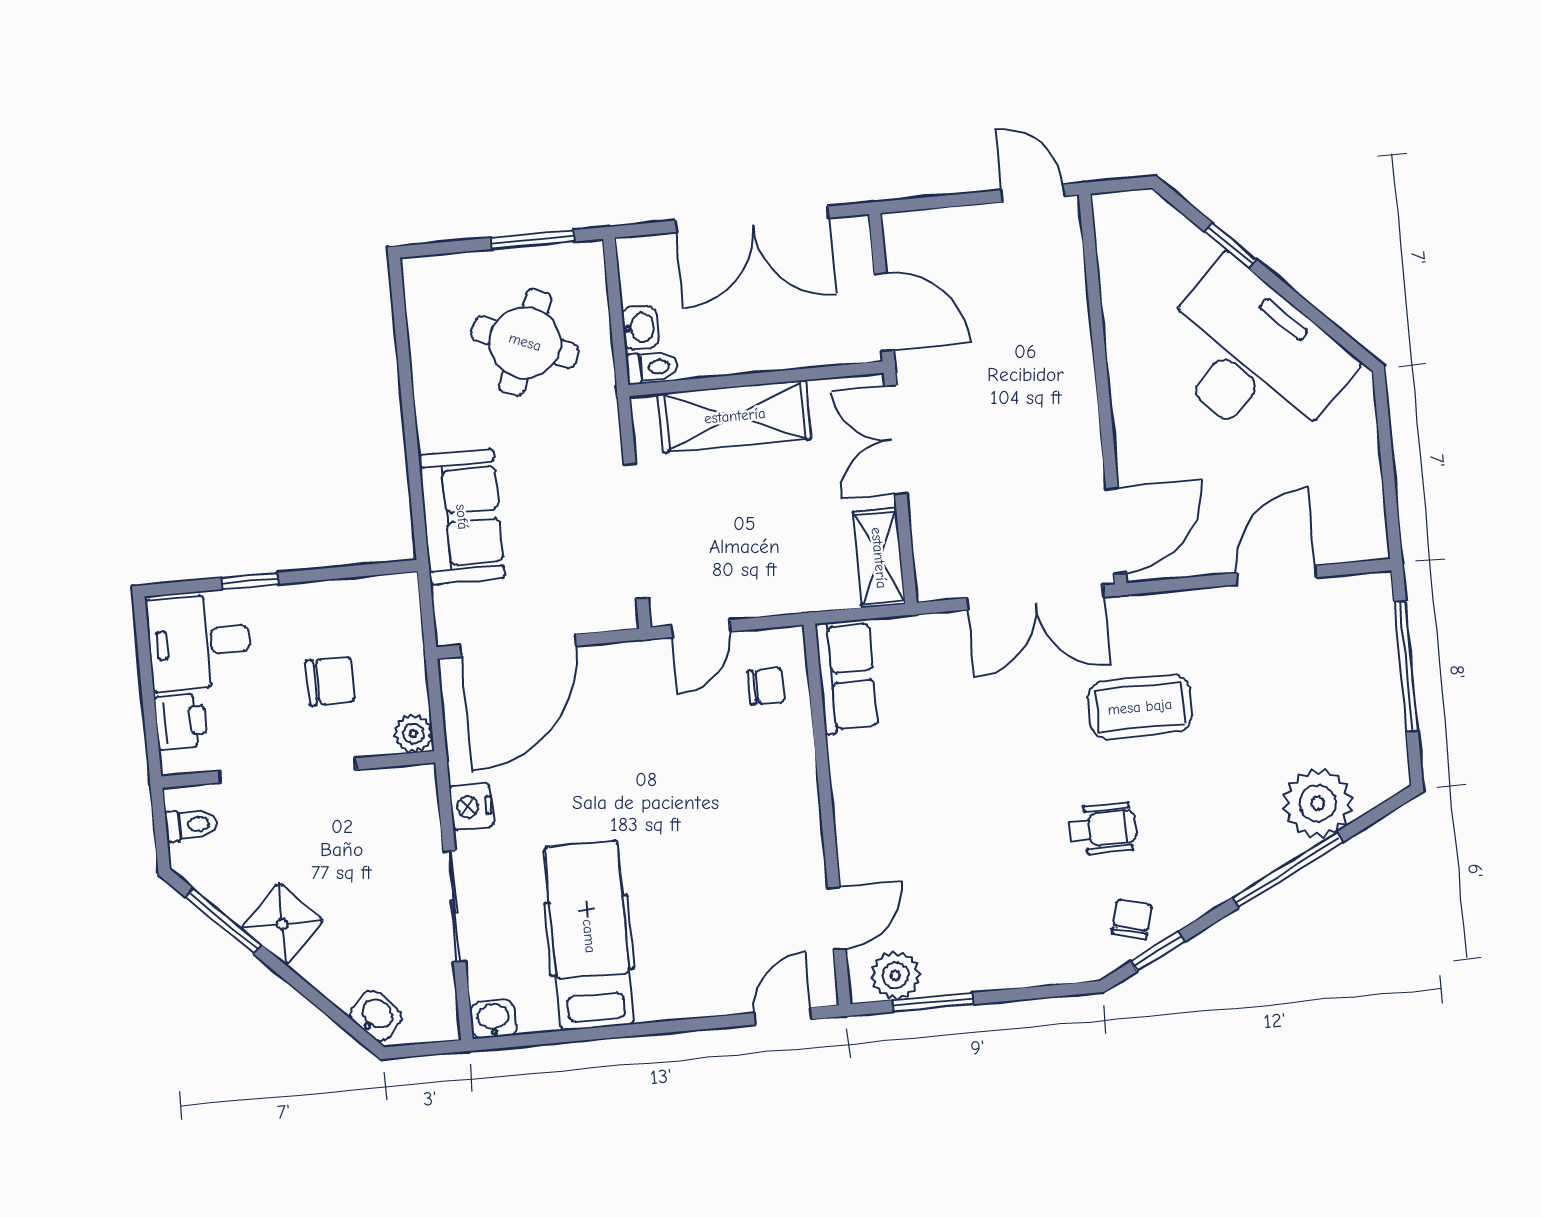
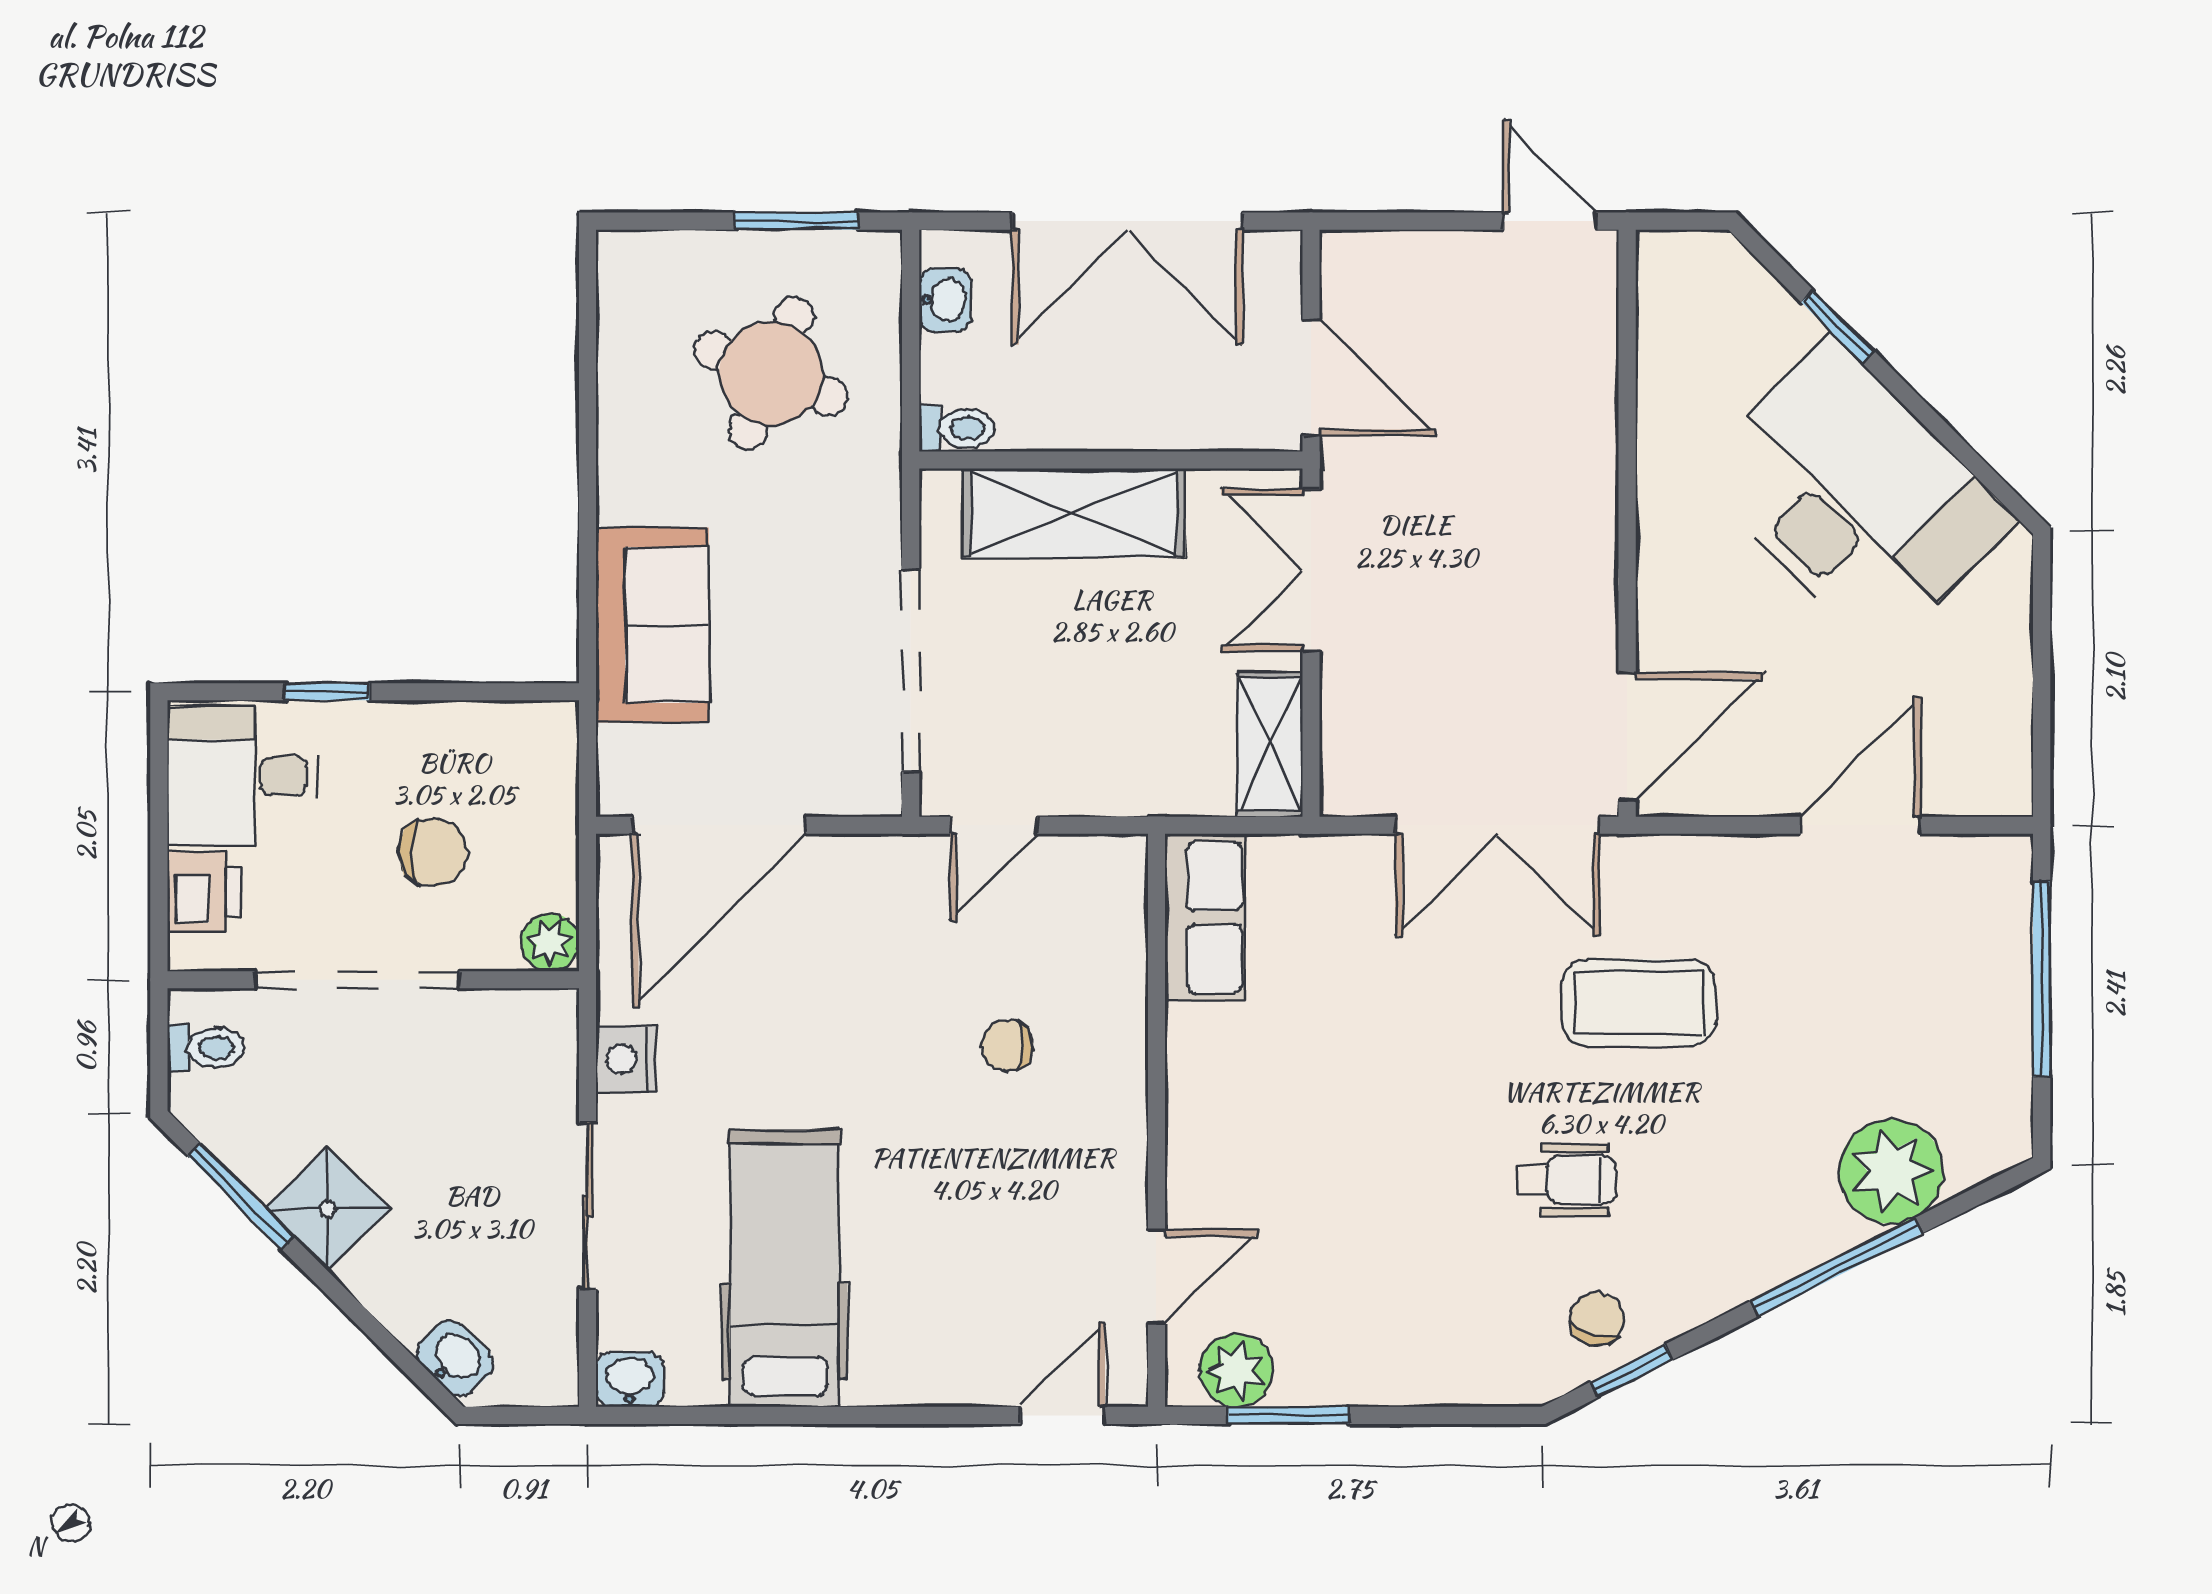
washbasin: (640, 328) -> (945, 300), moved
chair: (766, 686) -> (1007, 1046), moved, turned 180

